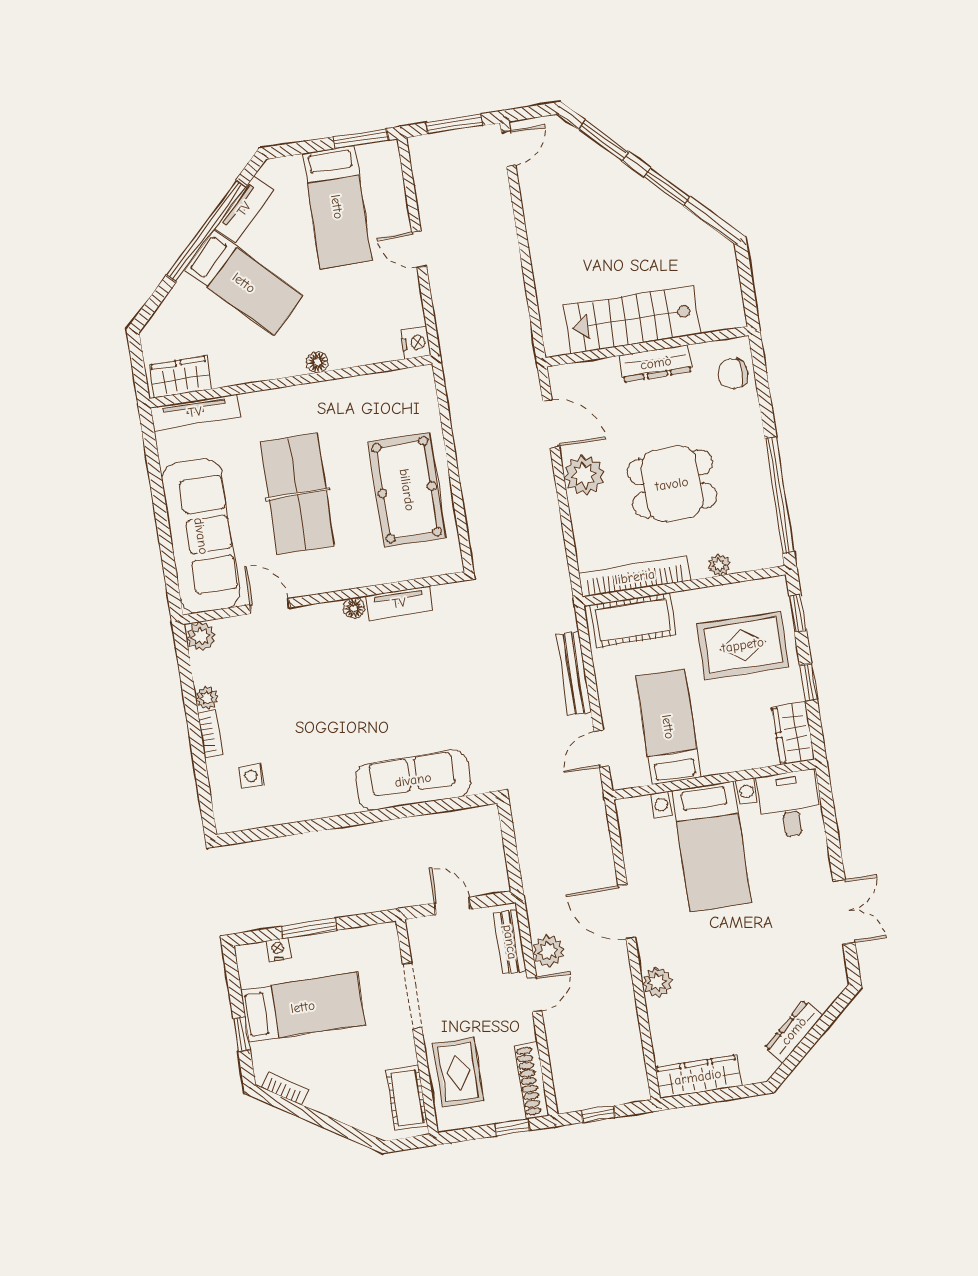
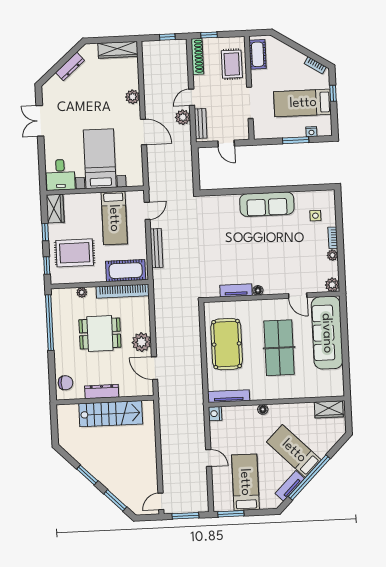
tv unit: (195, 412) -> (229, 396), moved
sofa: (413, 780) -> (267, 204), moved

